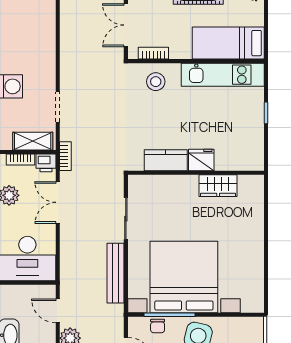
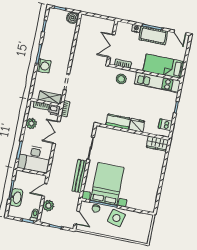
dishwasher: (253, 148) -> (165, 125), added
wardrobe: (218, 186) -> (157, 144), moved
bed with nightstands: (184, 277) -> (107, 184), width x0.73
door: (58, 311) -> (45, 190), hinge flipped

